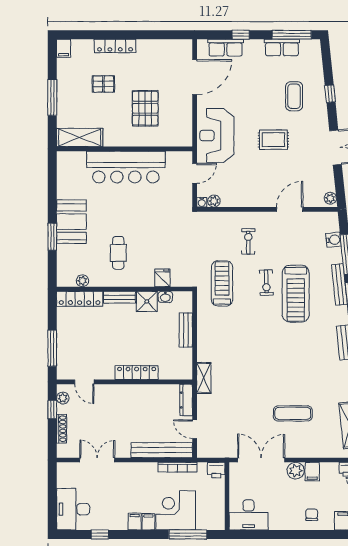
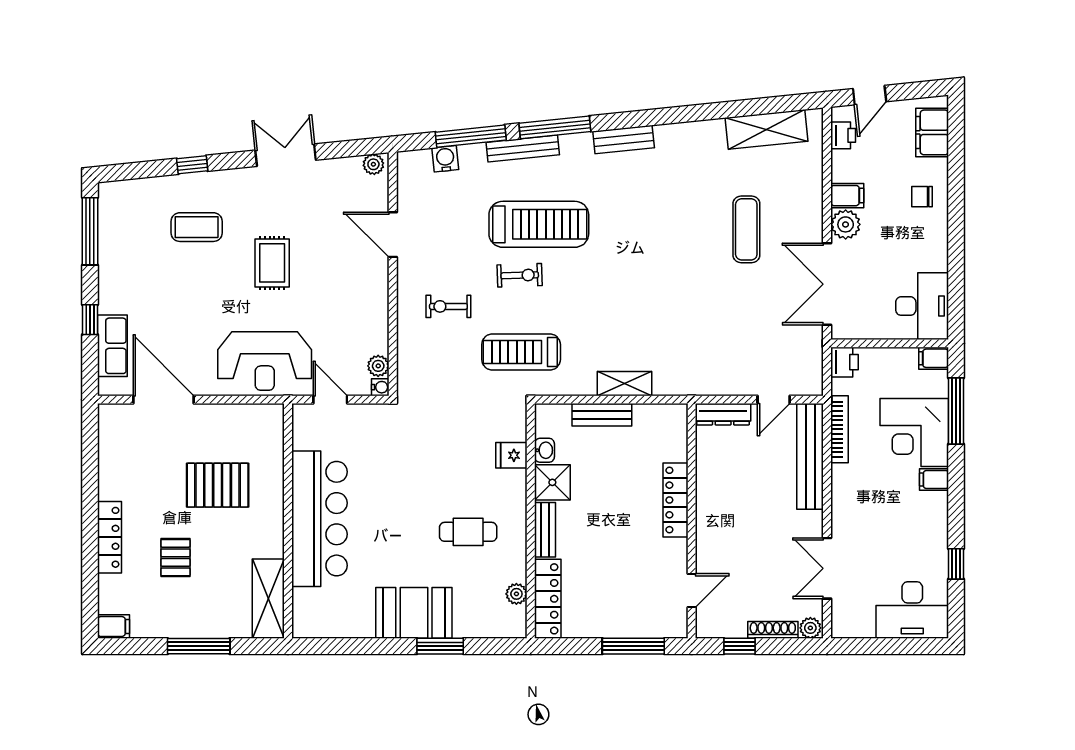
row of seats: (282, 47) -> (112, 248), removed
shelving: (204, 378) -> (625, 384), moved
plant: (63, 398) -> (810, 628), moved
filing cabinet: (135, 522) -> (934, 358), moved

